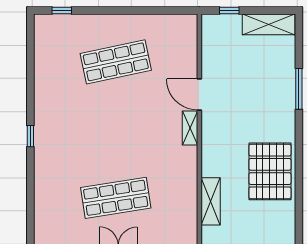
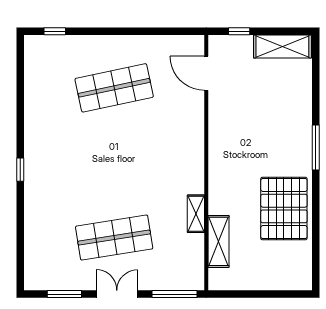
window: (299, 89) -> (316, 148), moved
door: (199, 95) -> (206, 73), moved
shelving: (190, 128) -> (196, 214), moved

